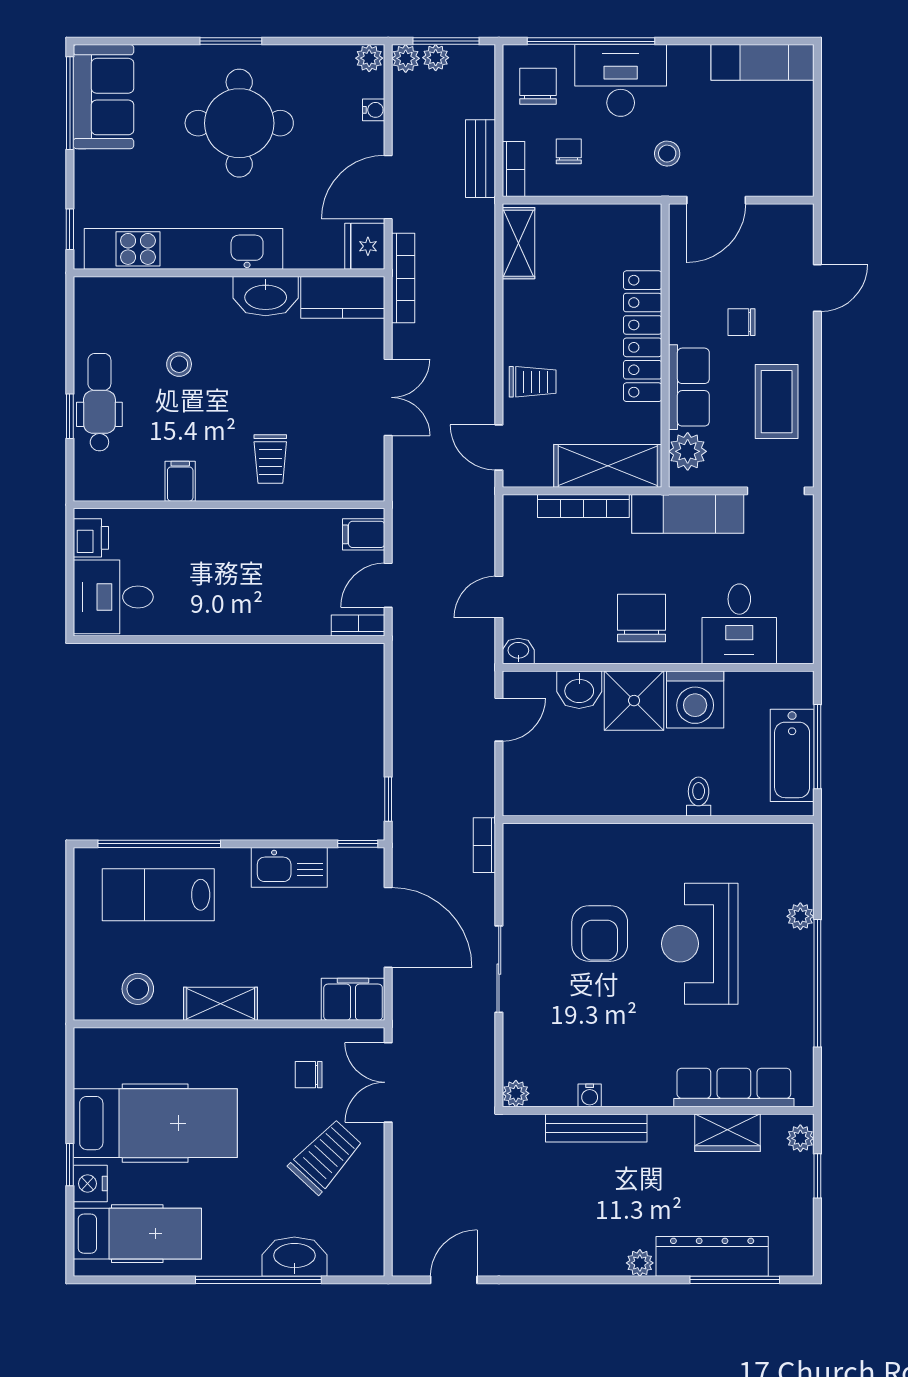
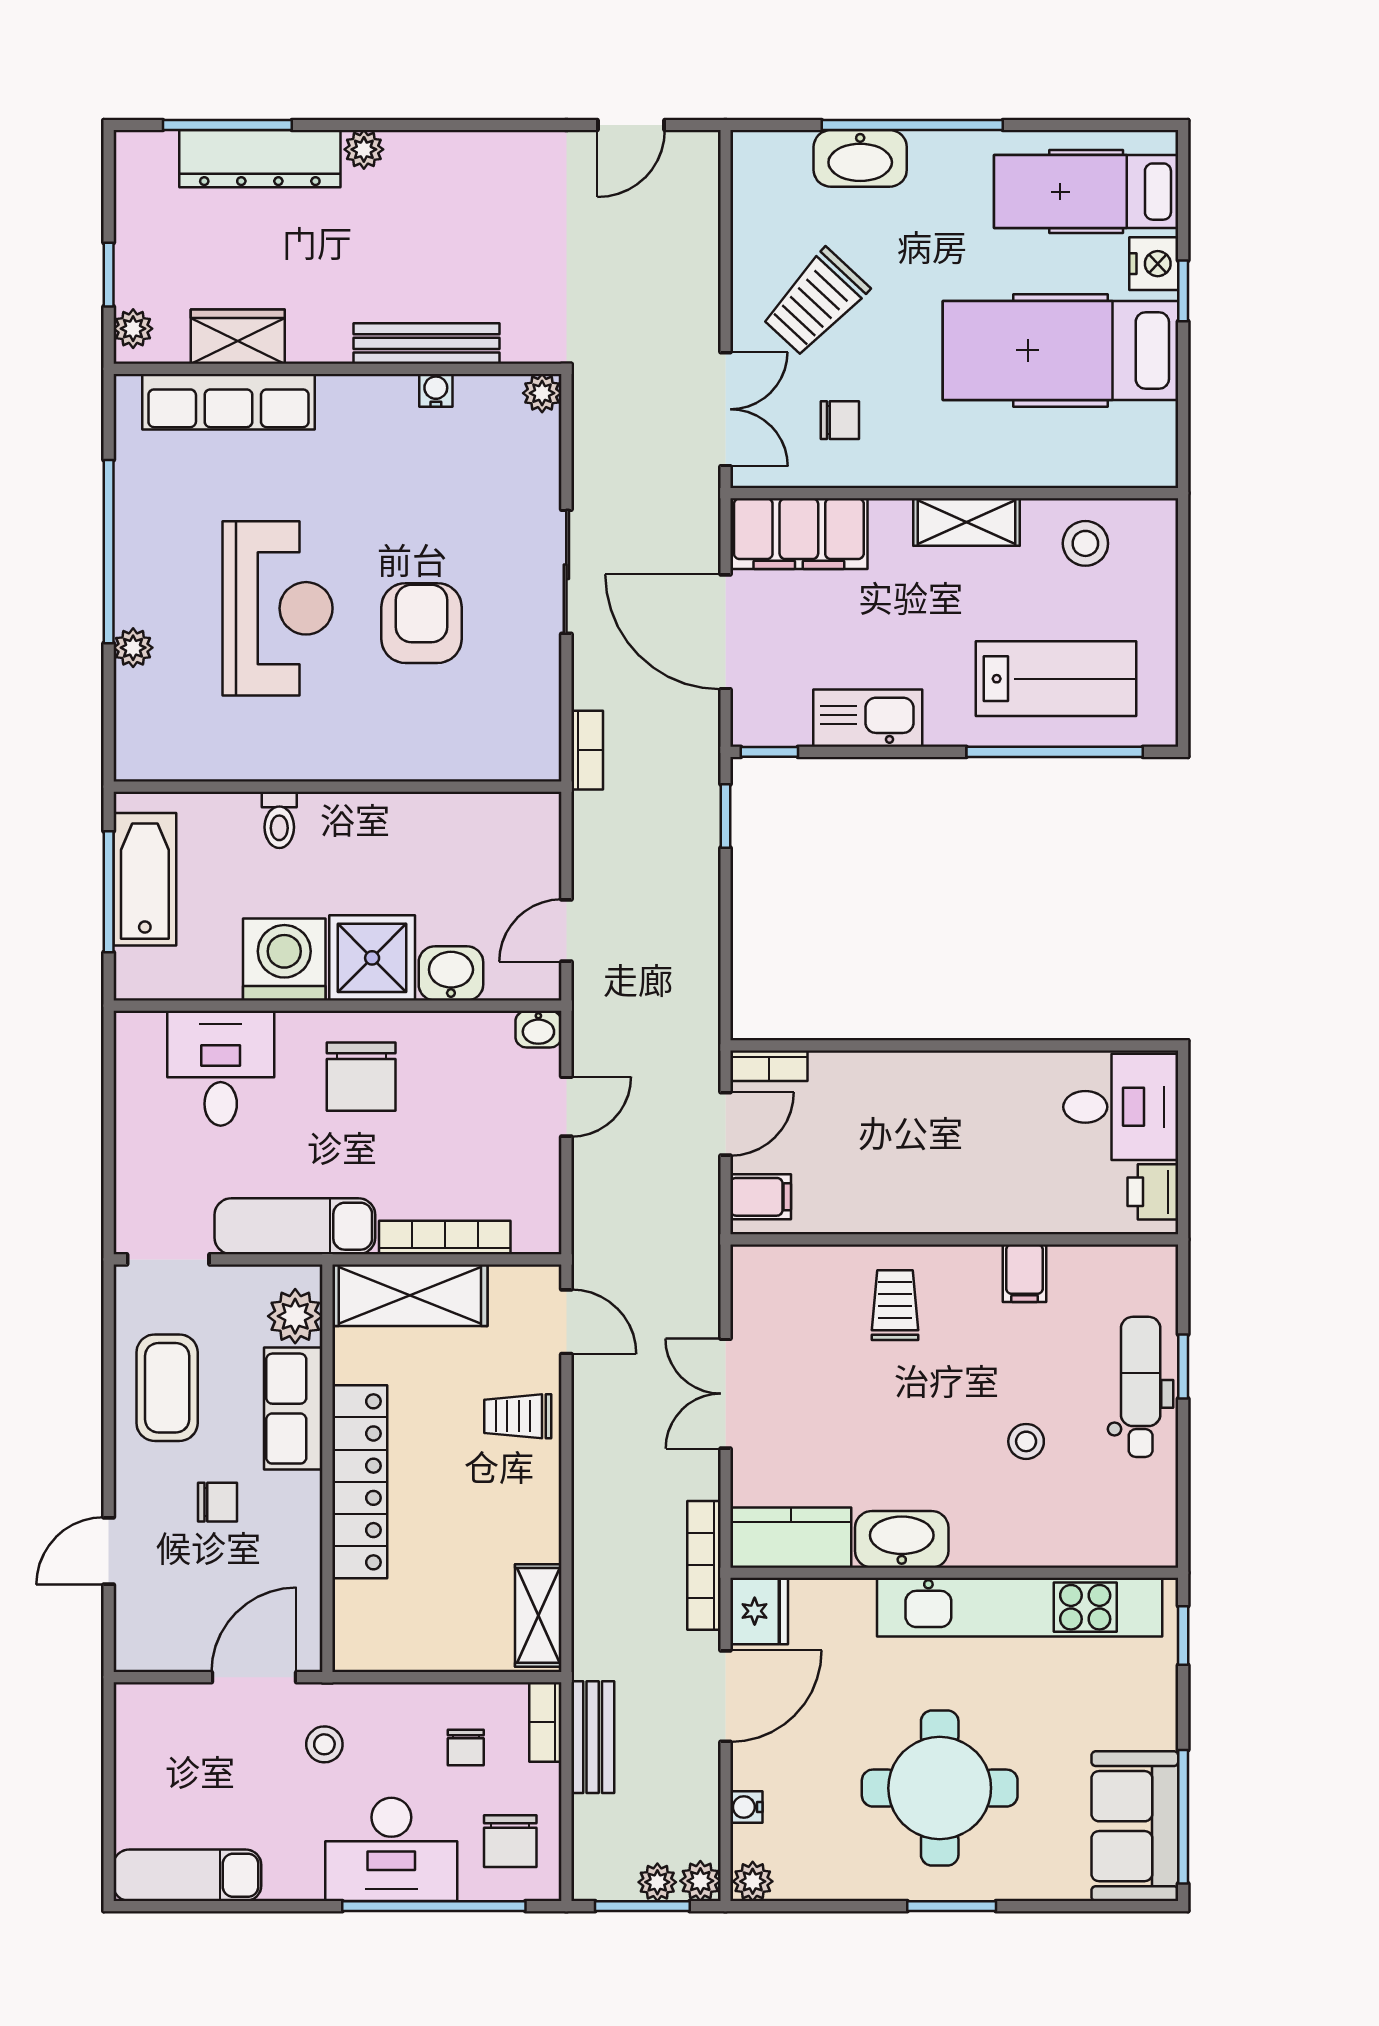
dental chair: (99, 402) -> (1141, 1387), turned 180
filing cabinet: (353, 999) -> (799, 534), width x1.50, depth x1.17

